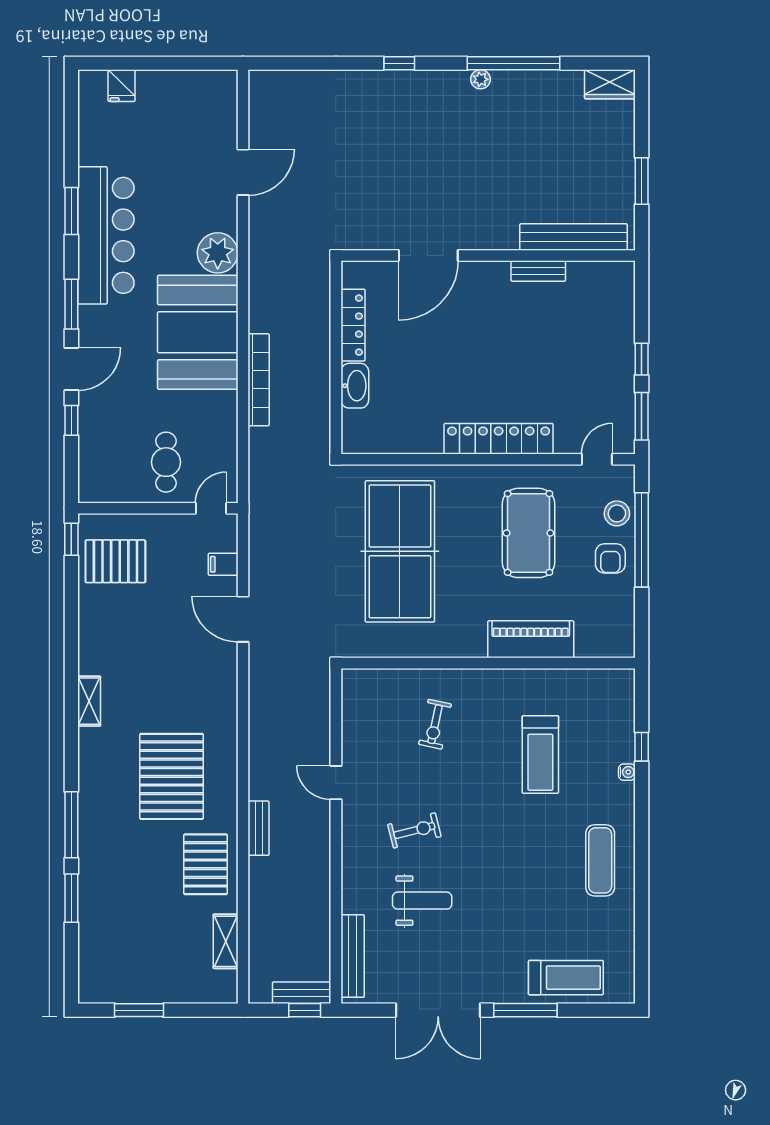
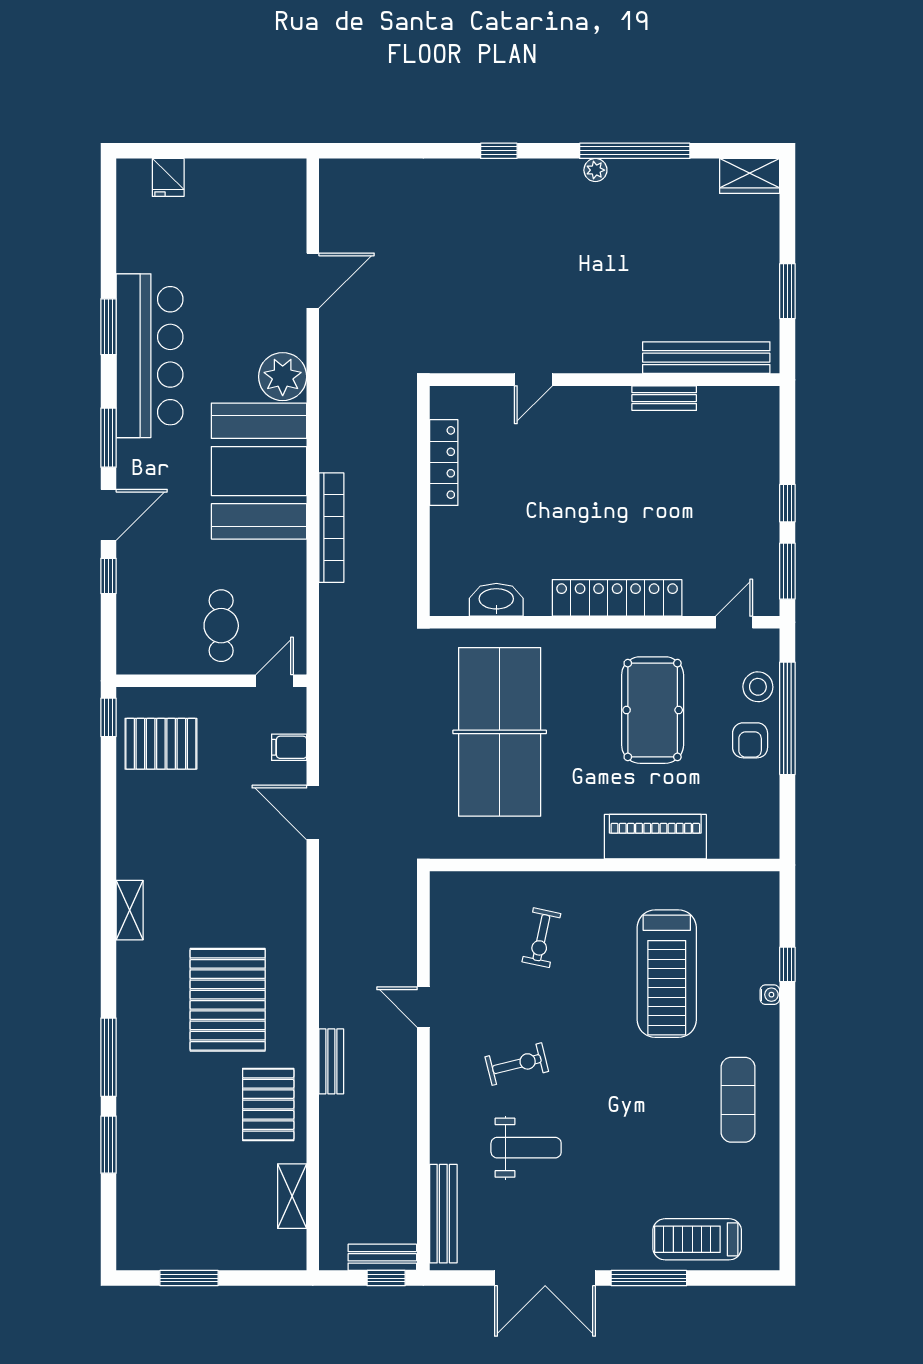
door: (428, 255) -> (533, 380), width x0.53
washbasin: (355, 386) -> (496, 600), moved, turned -90
treadmill: (540, 754) -> (667, 974), width x1.37, depth x1.38
treadmill: (566, 978) -> (697, 1239), turned 180

